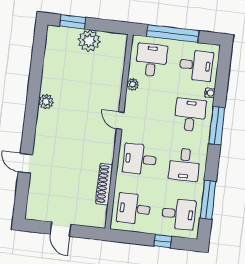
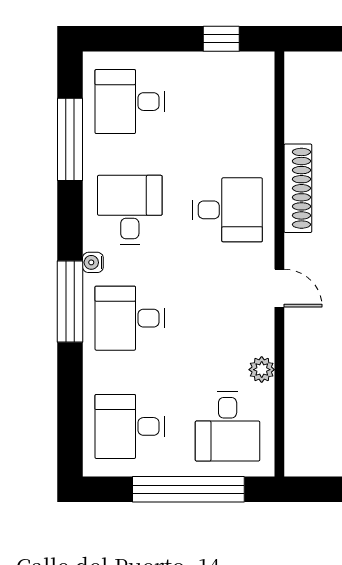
water cooler: (210, 93) -> (93, 262), moved
desk: (190, 115) -> (130, 318), turned 90
shoe rack: (104, 184) -> (298, 188), moved
desk: (134, 209) -> (228, 102), removed
window: (163, 241) -> (221, 39), moved

